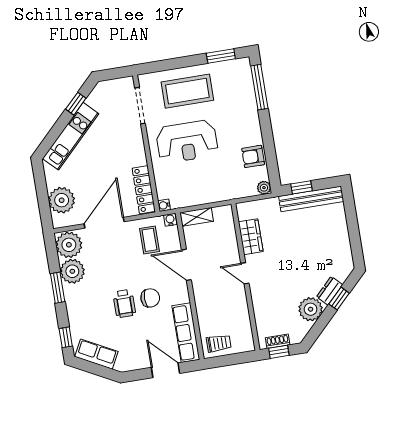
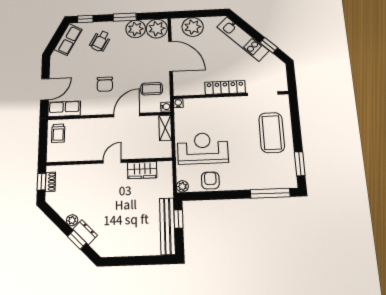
reception desk: (187, 142) -> (203, 148), moved, turned 90
locker: (144, 190) -> (225, 88), moved
wheelchair: (124, 304) -> (100, 41), moved, turned -62
plant: (311, 309) -> (72, 220), width x0.53, depth x0.53
row of seats: (186, 333) -> (64, 109), width x0.68

